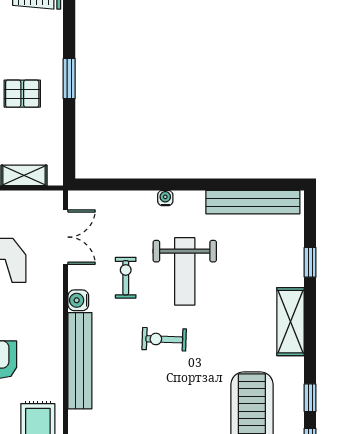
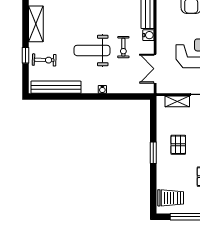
pallet: (22, 94) -> (178, 145), turned 90
weight bench: (185, 271) -> (92, 50), turned -90
exercise bike: (164, 339) -> (44, 60), moved

